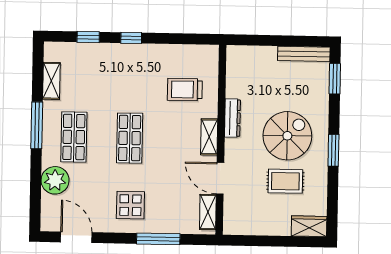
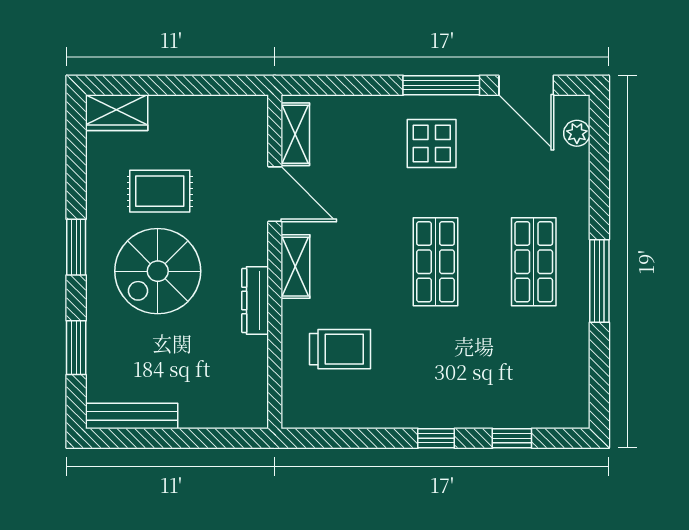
window: (335, 79) -> (76, 348), moved
shelving: (51, 81) -> (575, 360), removed
plant: (55, 180) -> (577, 133), moved, width x0.53, depth x0.53
window: (158, 239) -> (441, 85), moved

